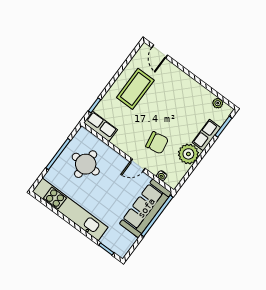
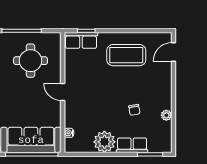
plant: (218, 103) -> (166, 115), moved
row of seats: (100, 126) -> (81, 40), moved, turned 90
chair: (157, 143) -> (134, 110), moved, width x0.54, depth x0.54
door: (138, 165) -> (63, 92), moved

